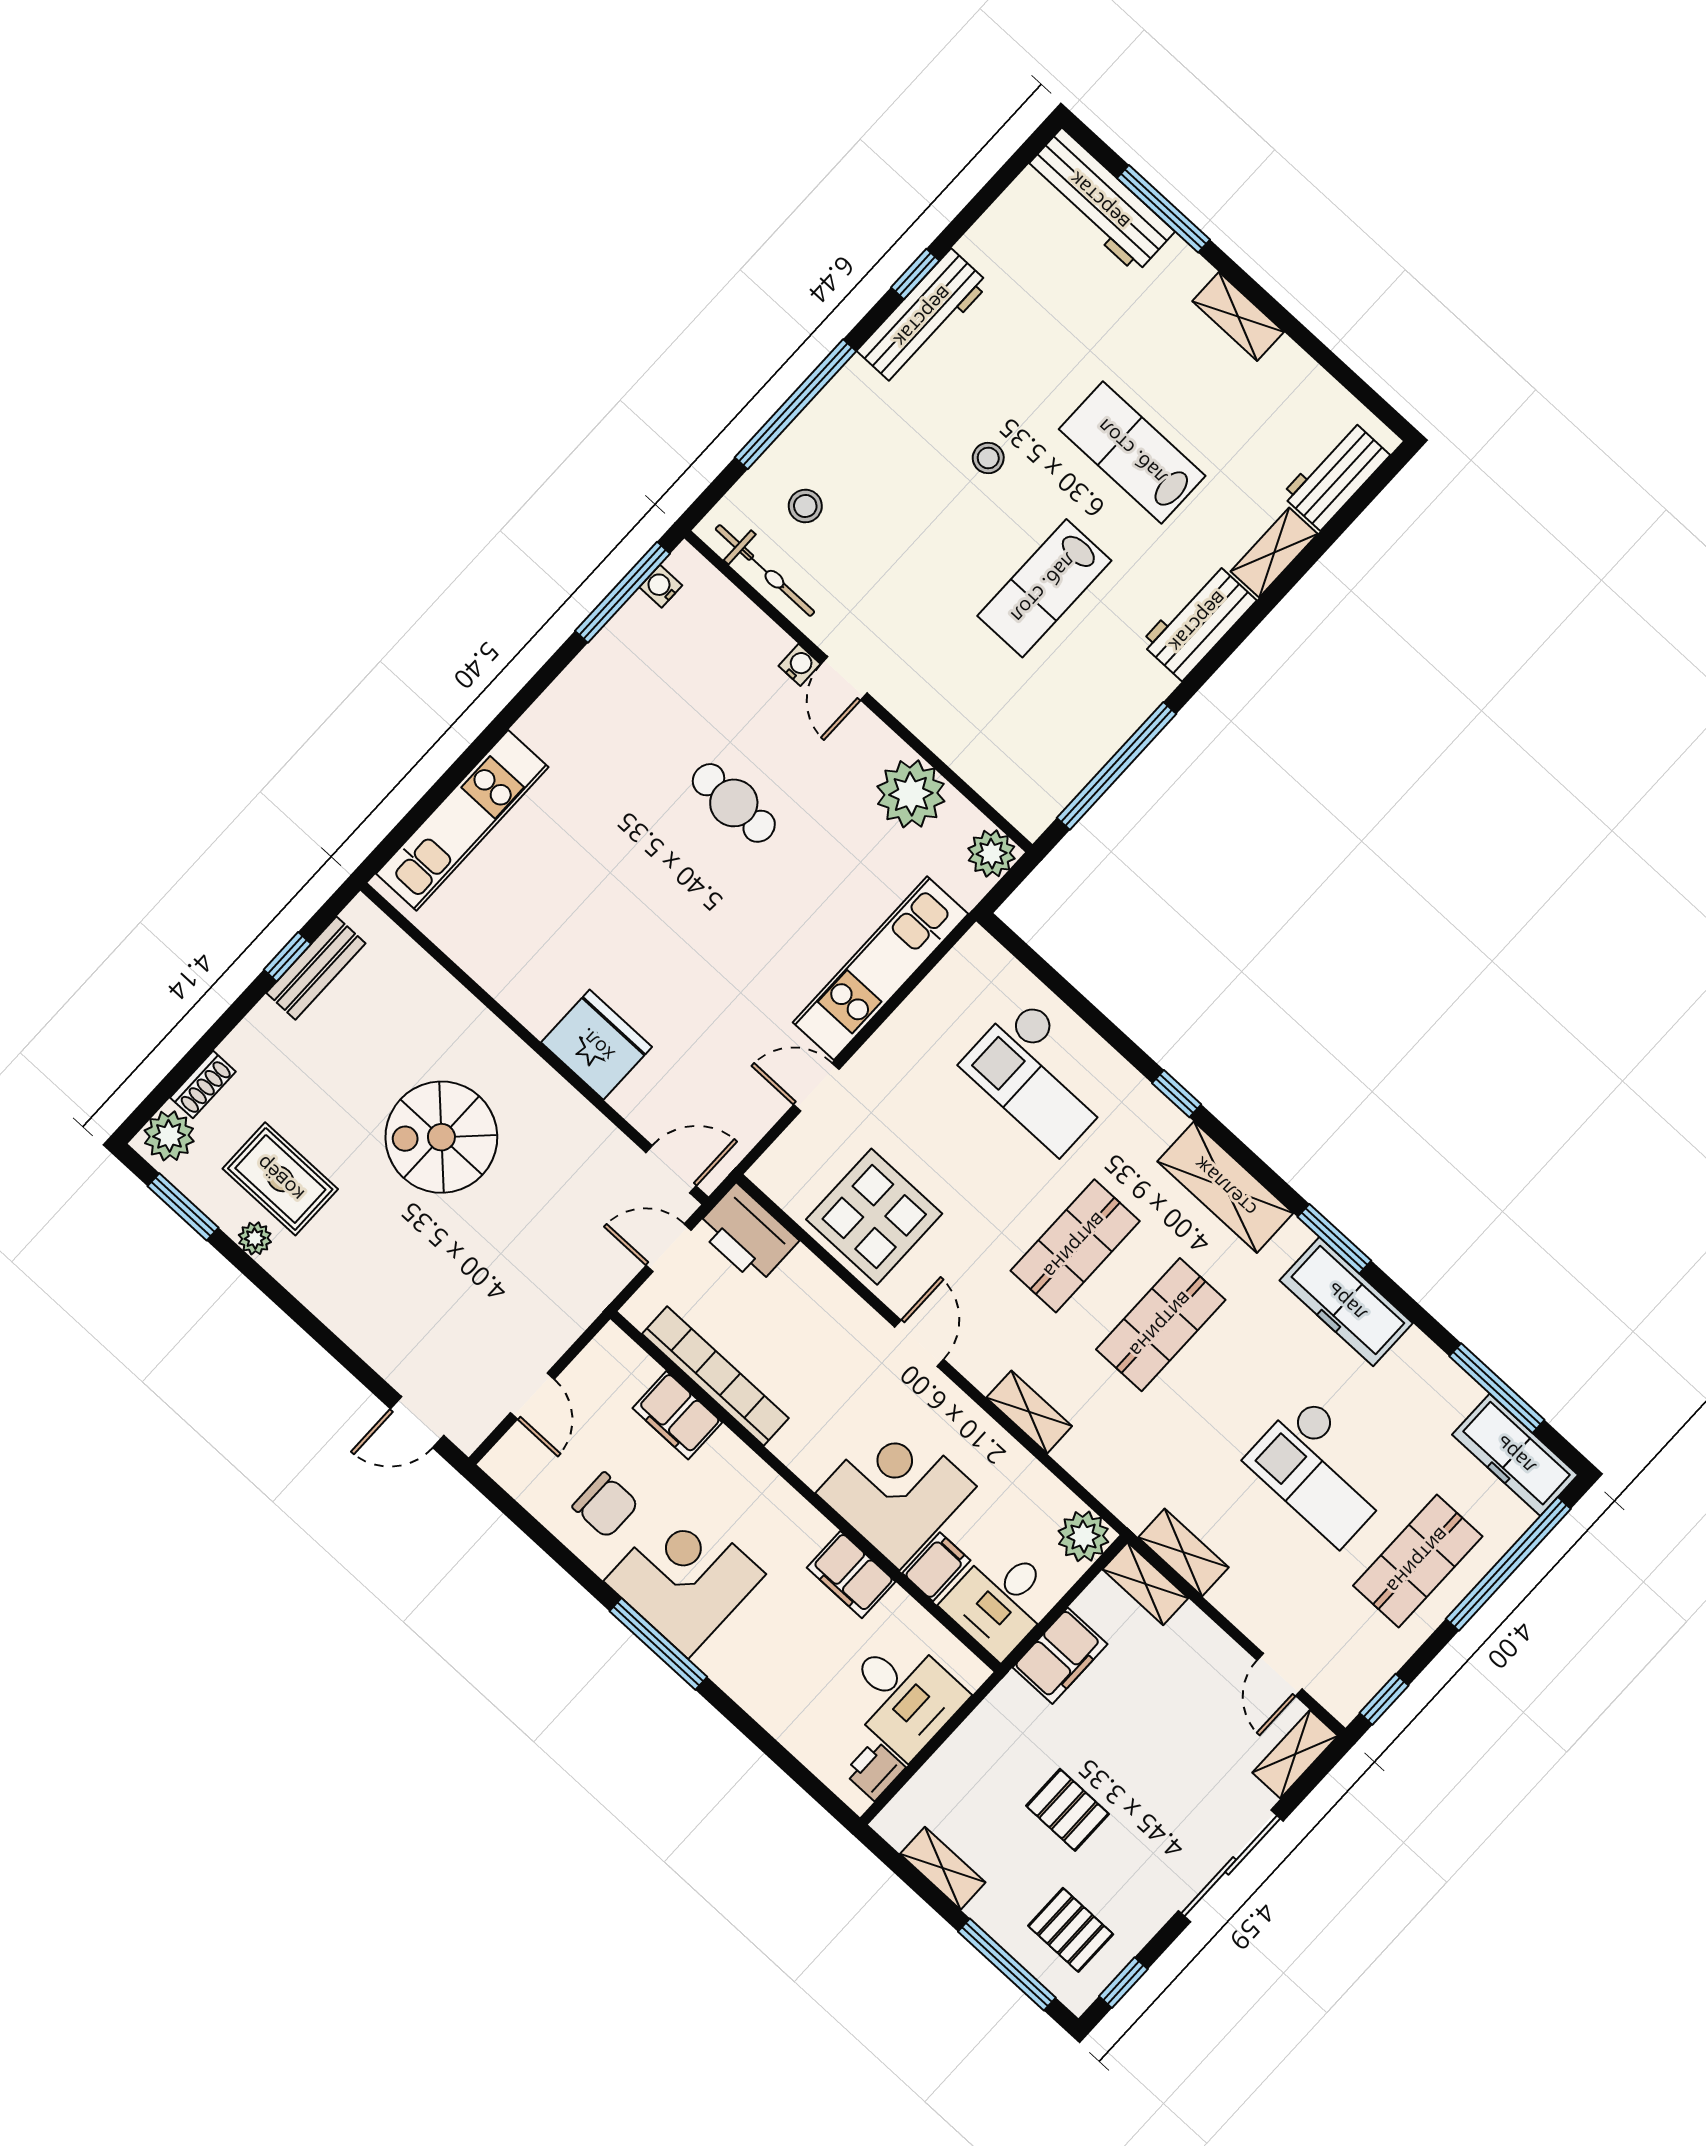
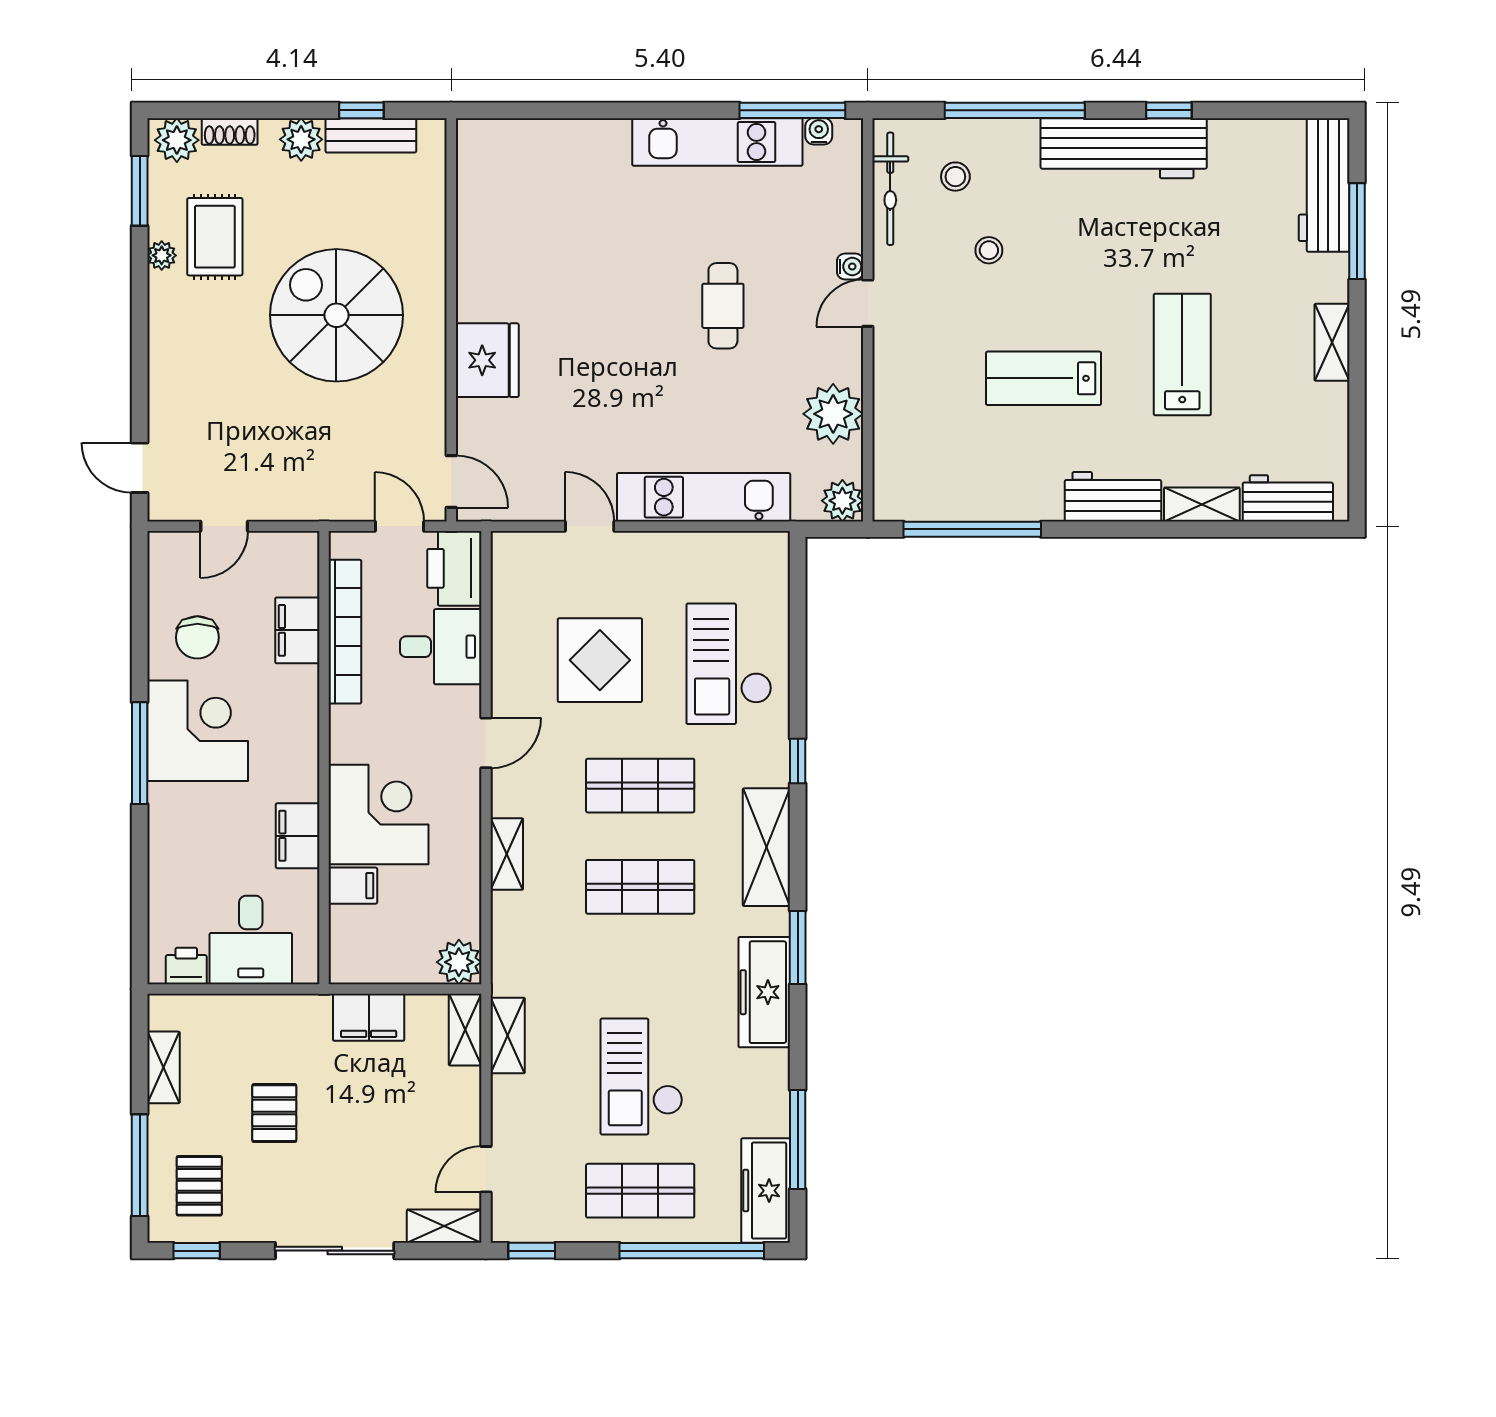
workbench: (923, 317) -> (1124, 148), width x1.36, depth x1.32
stool: (988, 458) -> (989, 250), moved
kitchen unit: (462, 820) -> (717, 142), moved
plant: (265, 1030) -> (301, 139), added
spiral stairs: (441, 1137) -> (336, 315), width x1.37, depth x1.37
display table: (874, 1217) -> (600, 660), moved
desk: (1001, 1600) -> (441, 647), moved, turned 180

